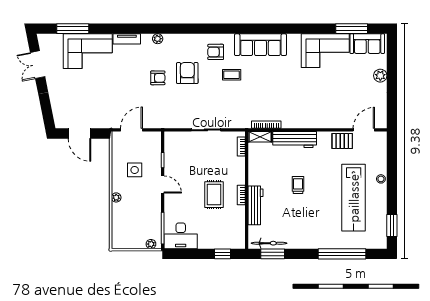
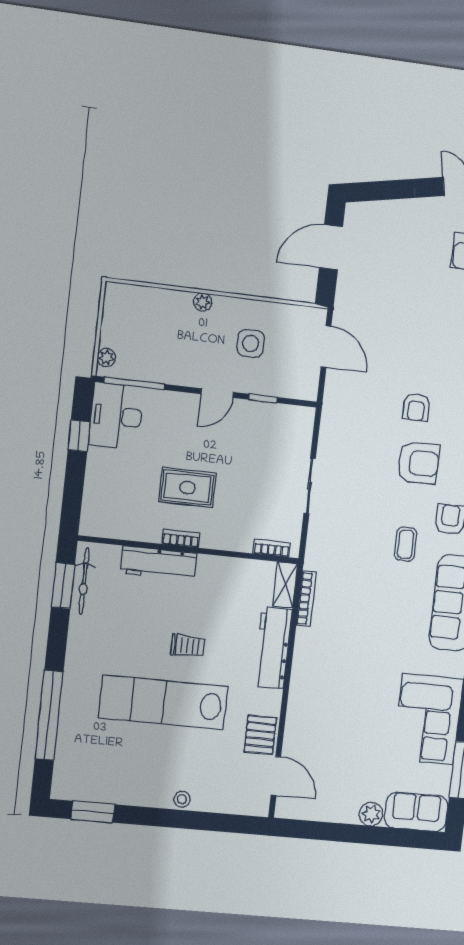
sofa: (367, 44) -> (416, 812), moved, turned 90
lab bench: (354, 198) -> (163, 702), moved
window: (223, 254) -> (79, 436), moved

